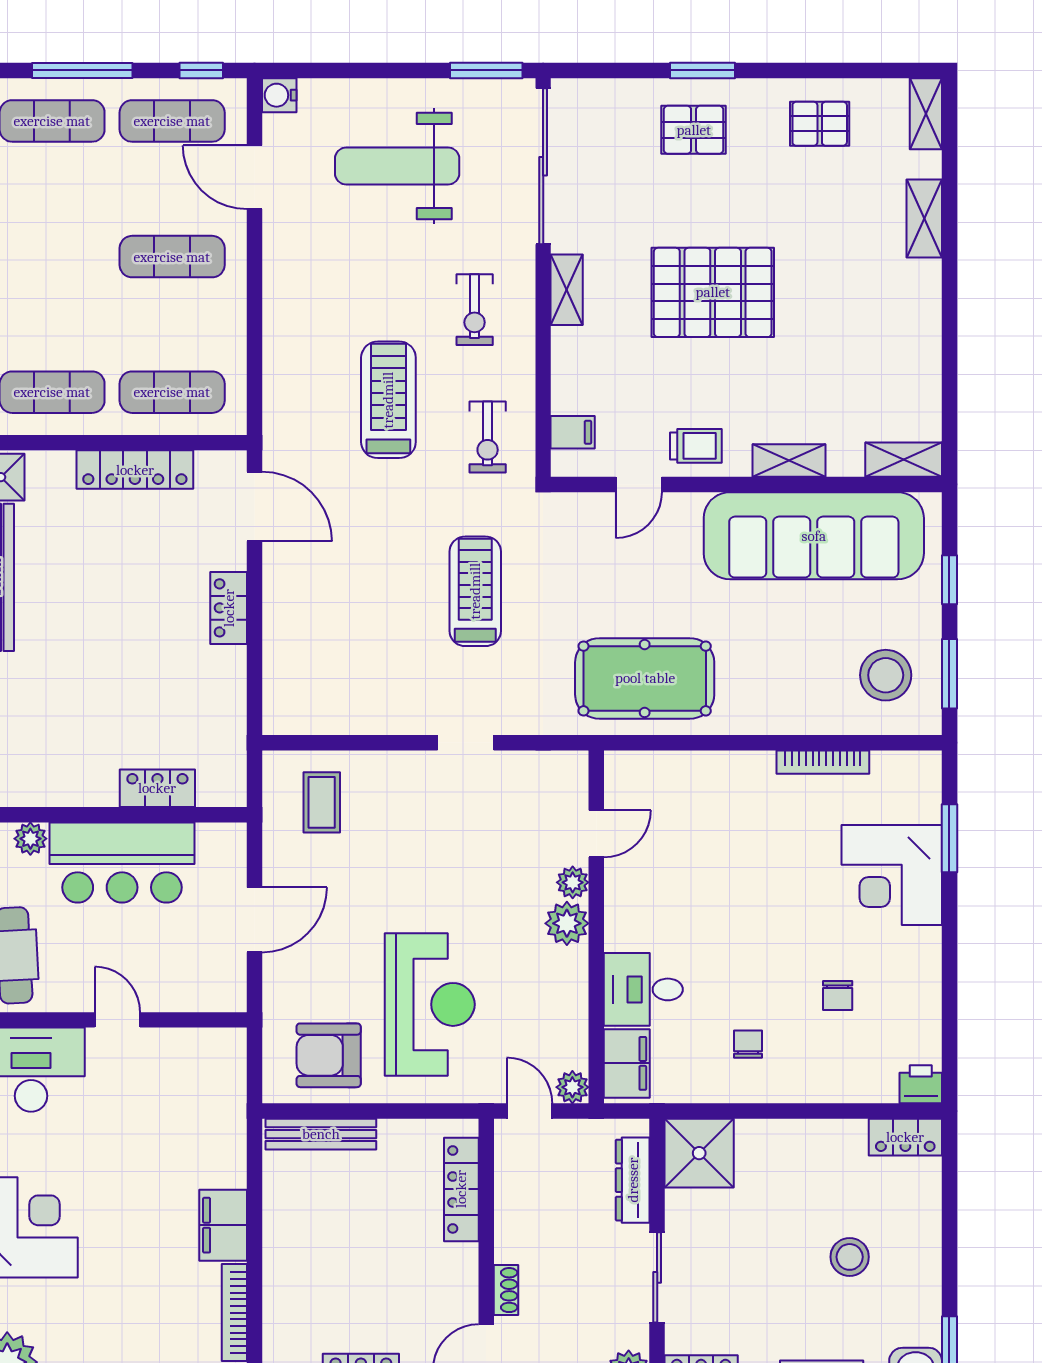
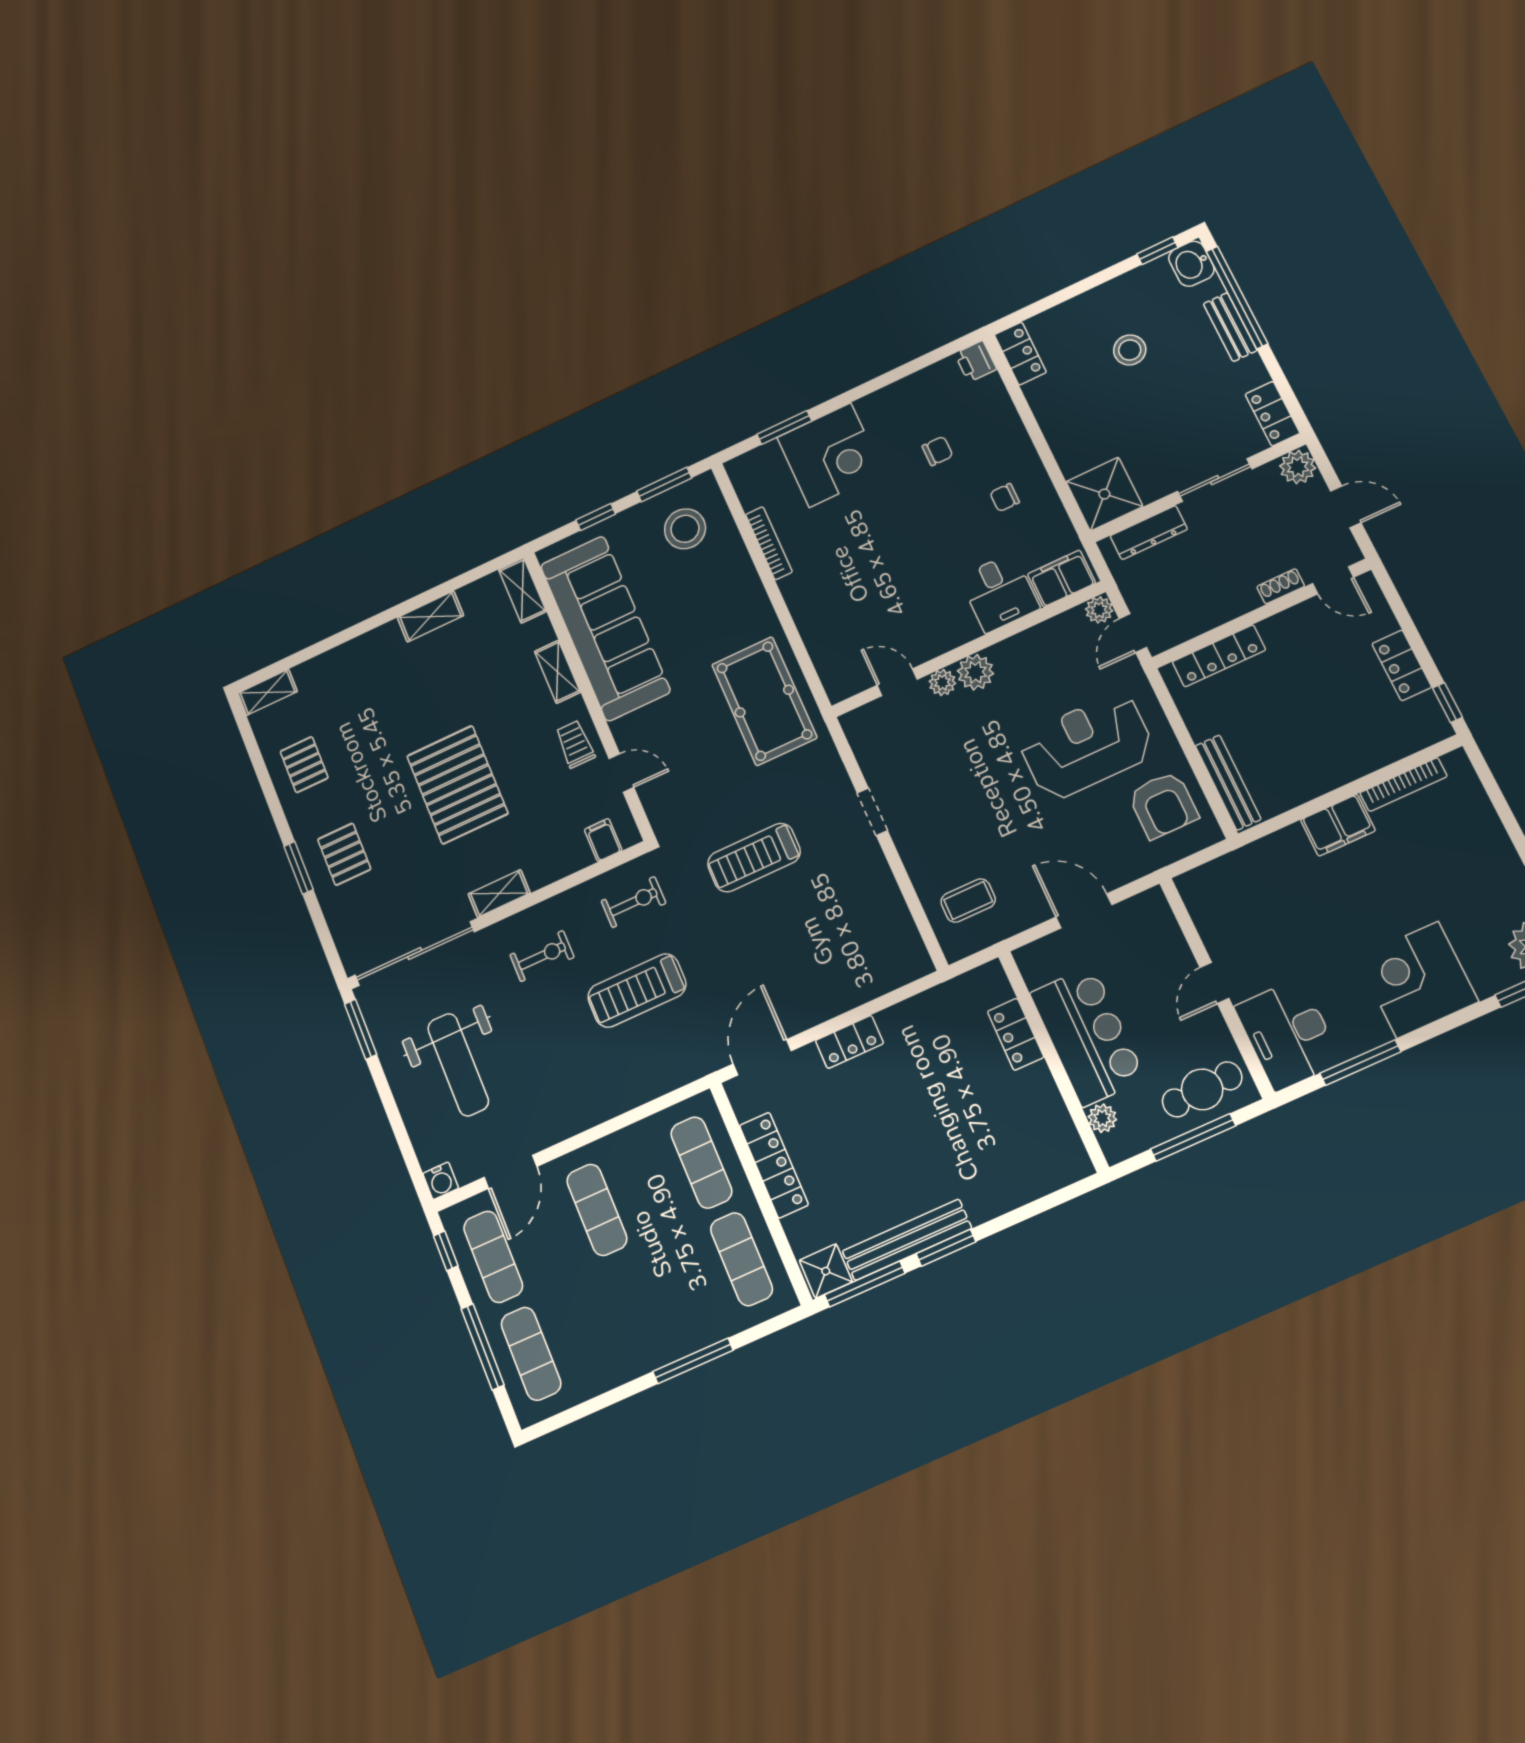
shelving: (924, 219) -> (430, 616), moved

